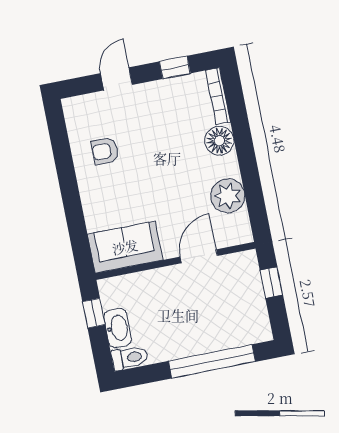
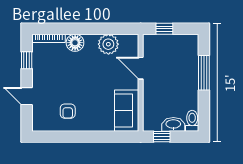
window: (212, 361) -> (204, 73), width x0.68

